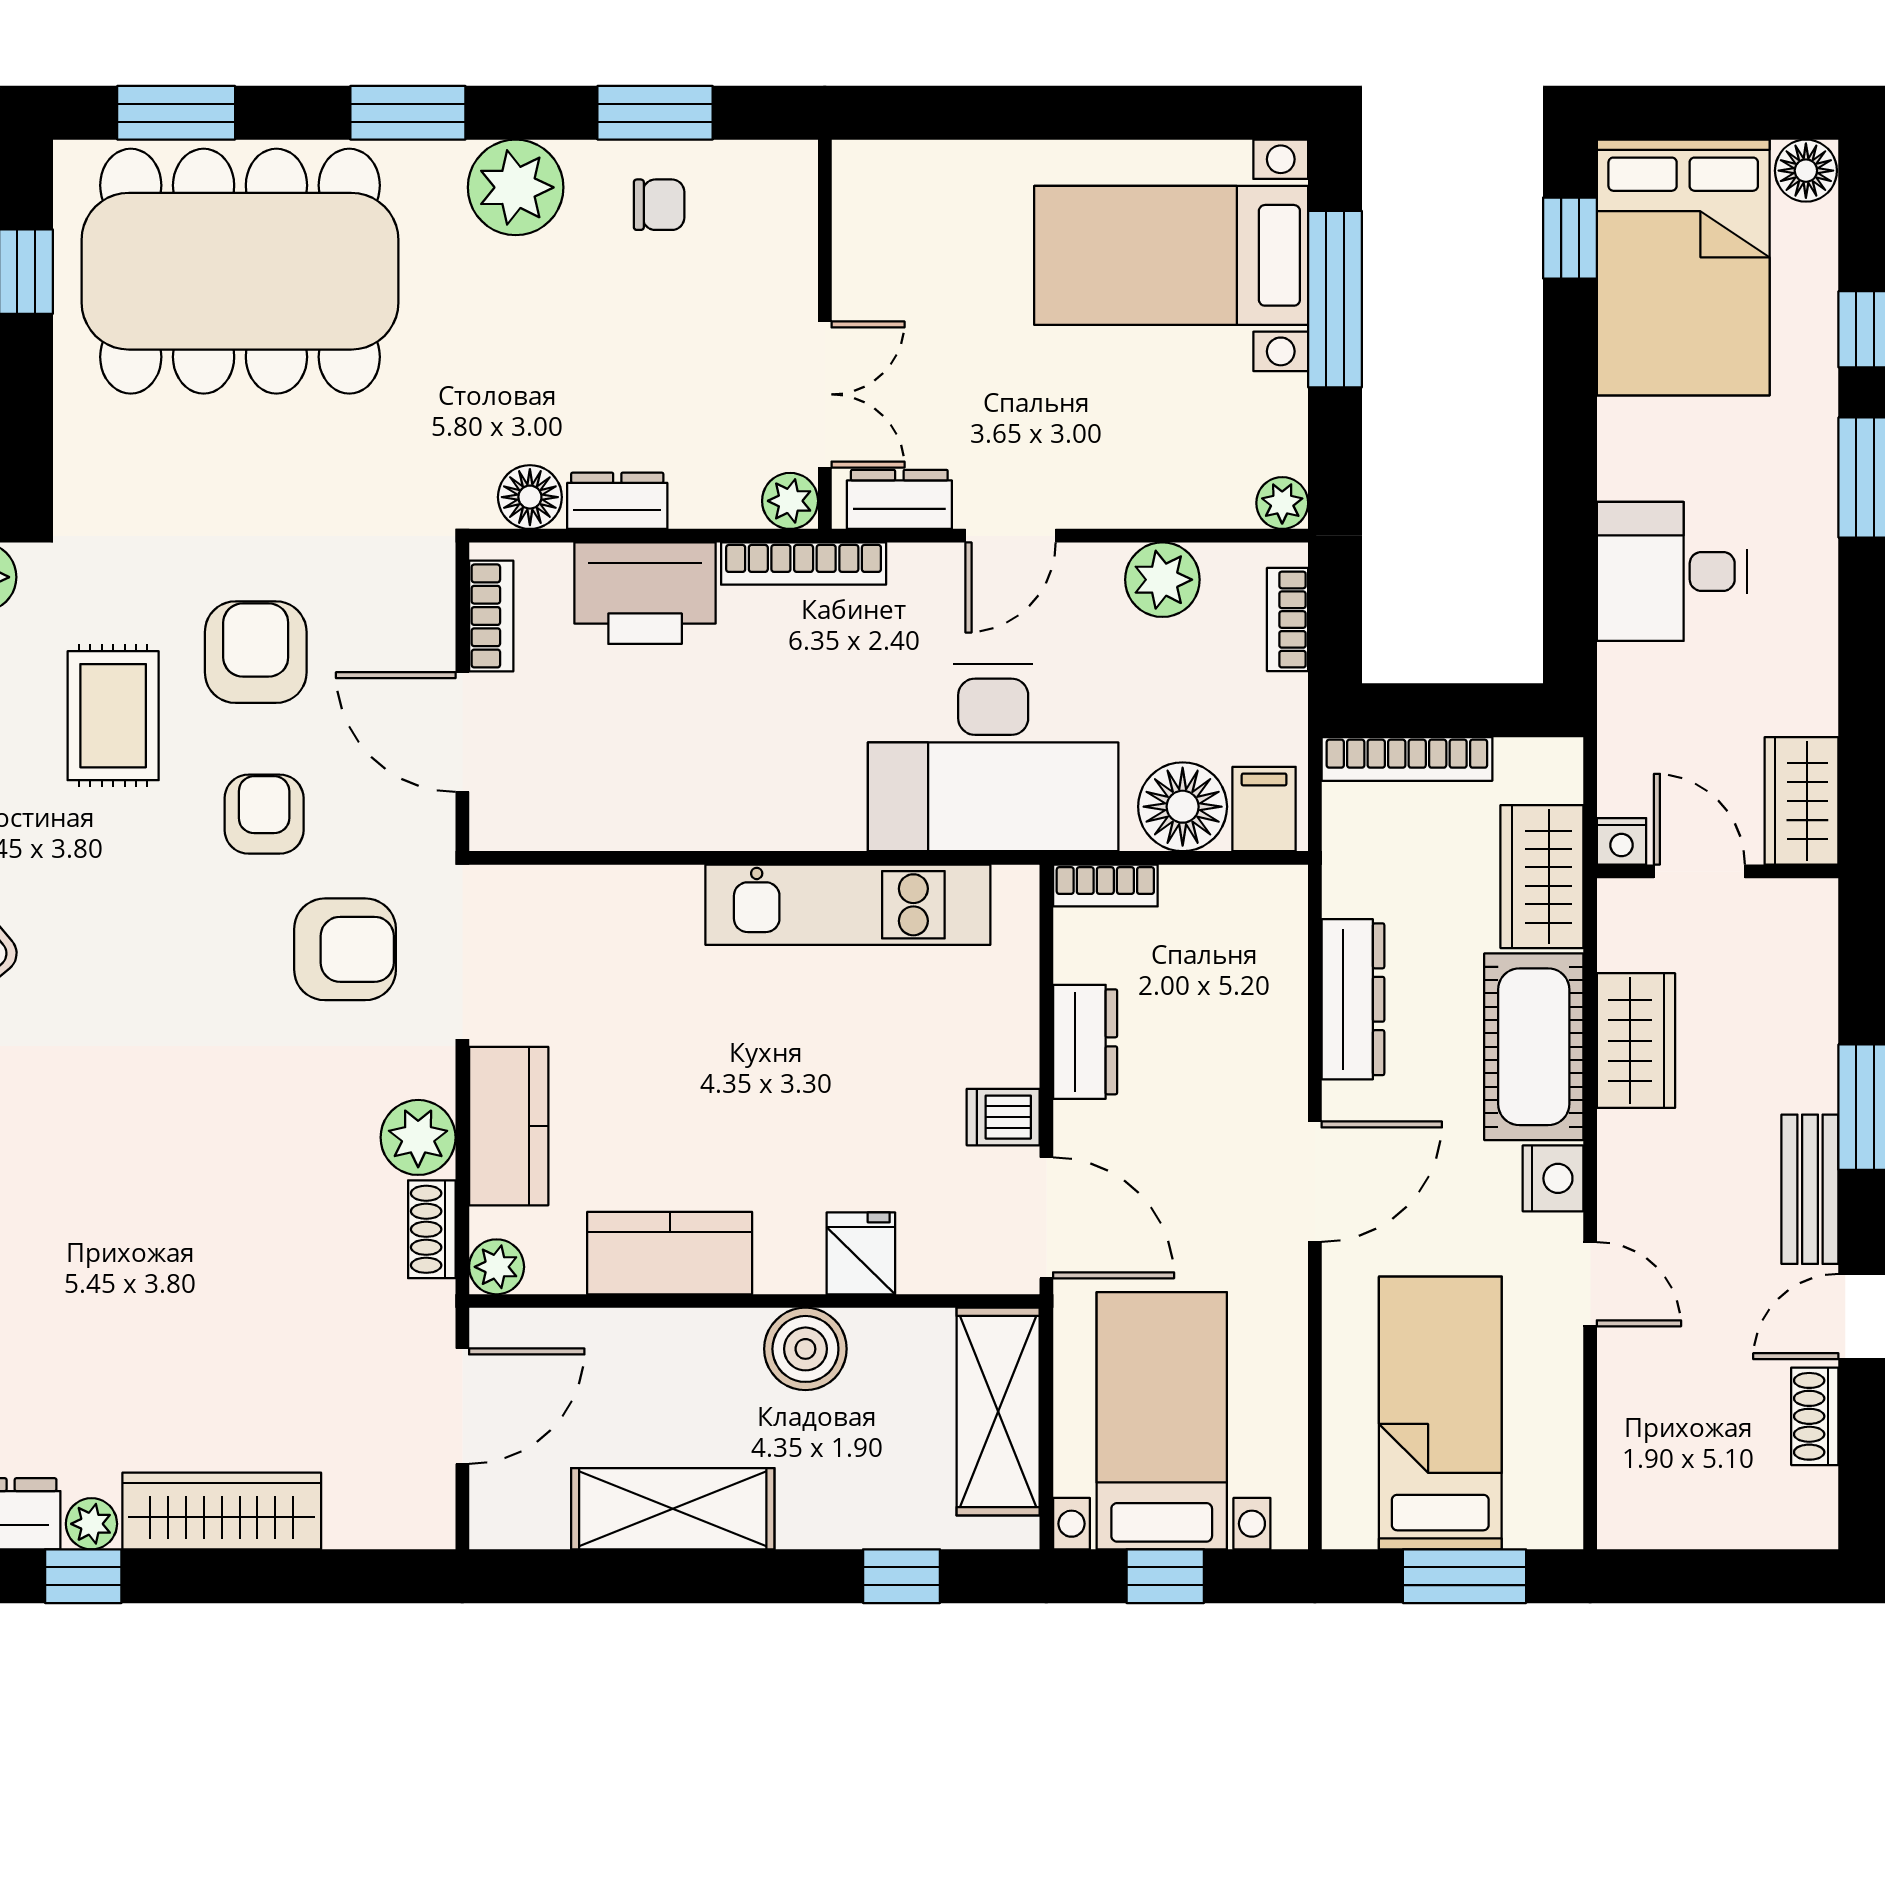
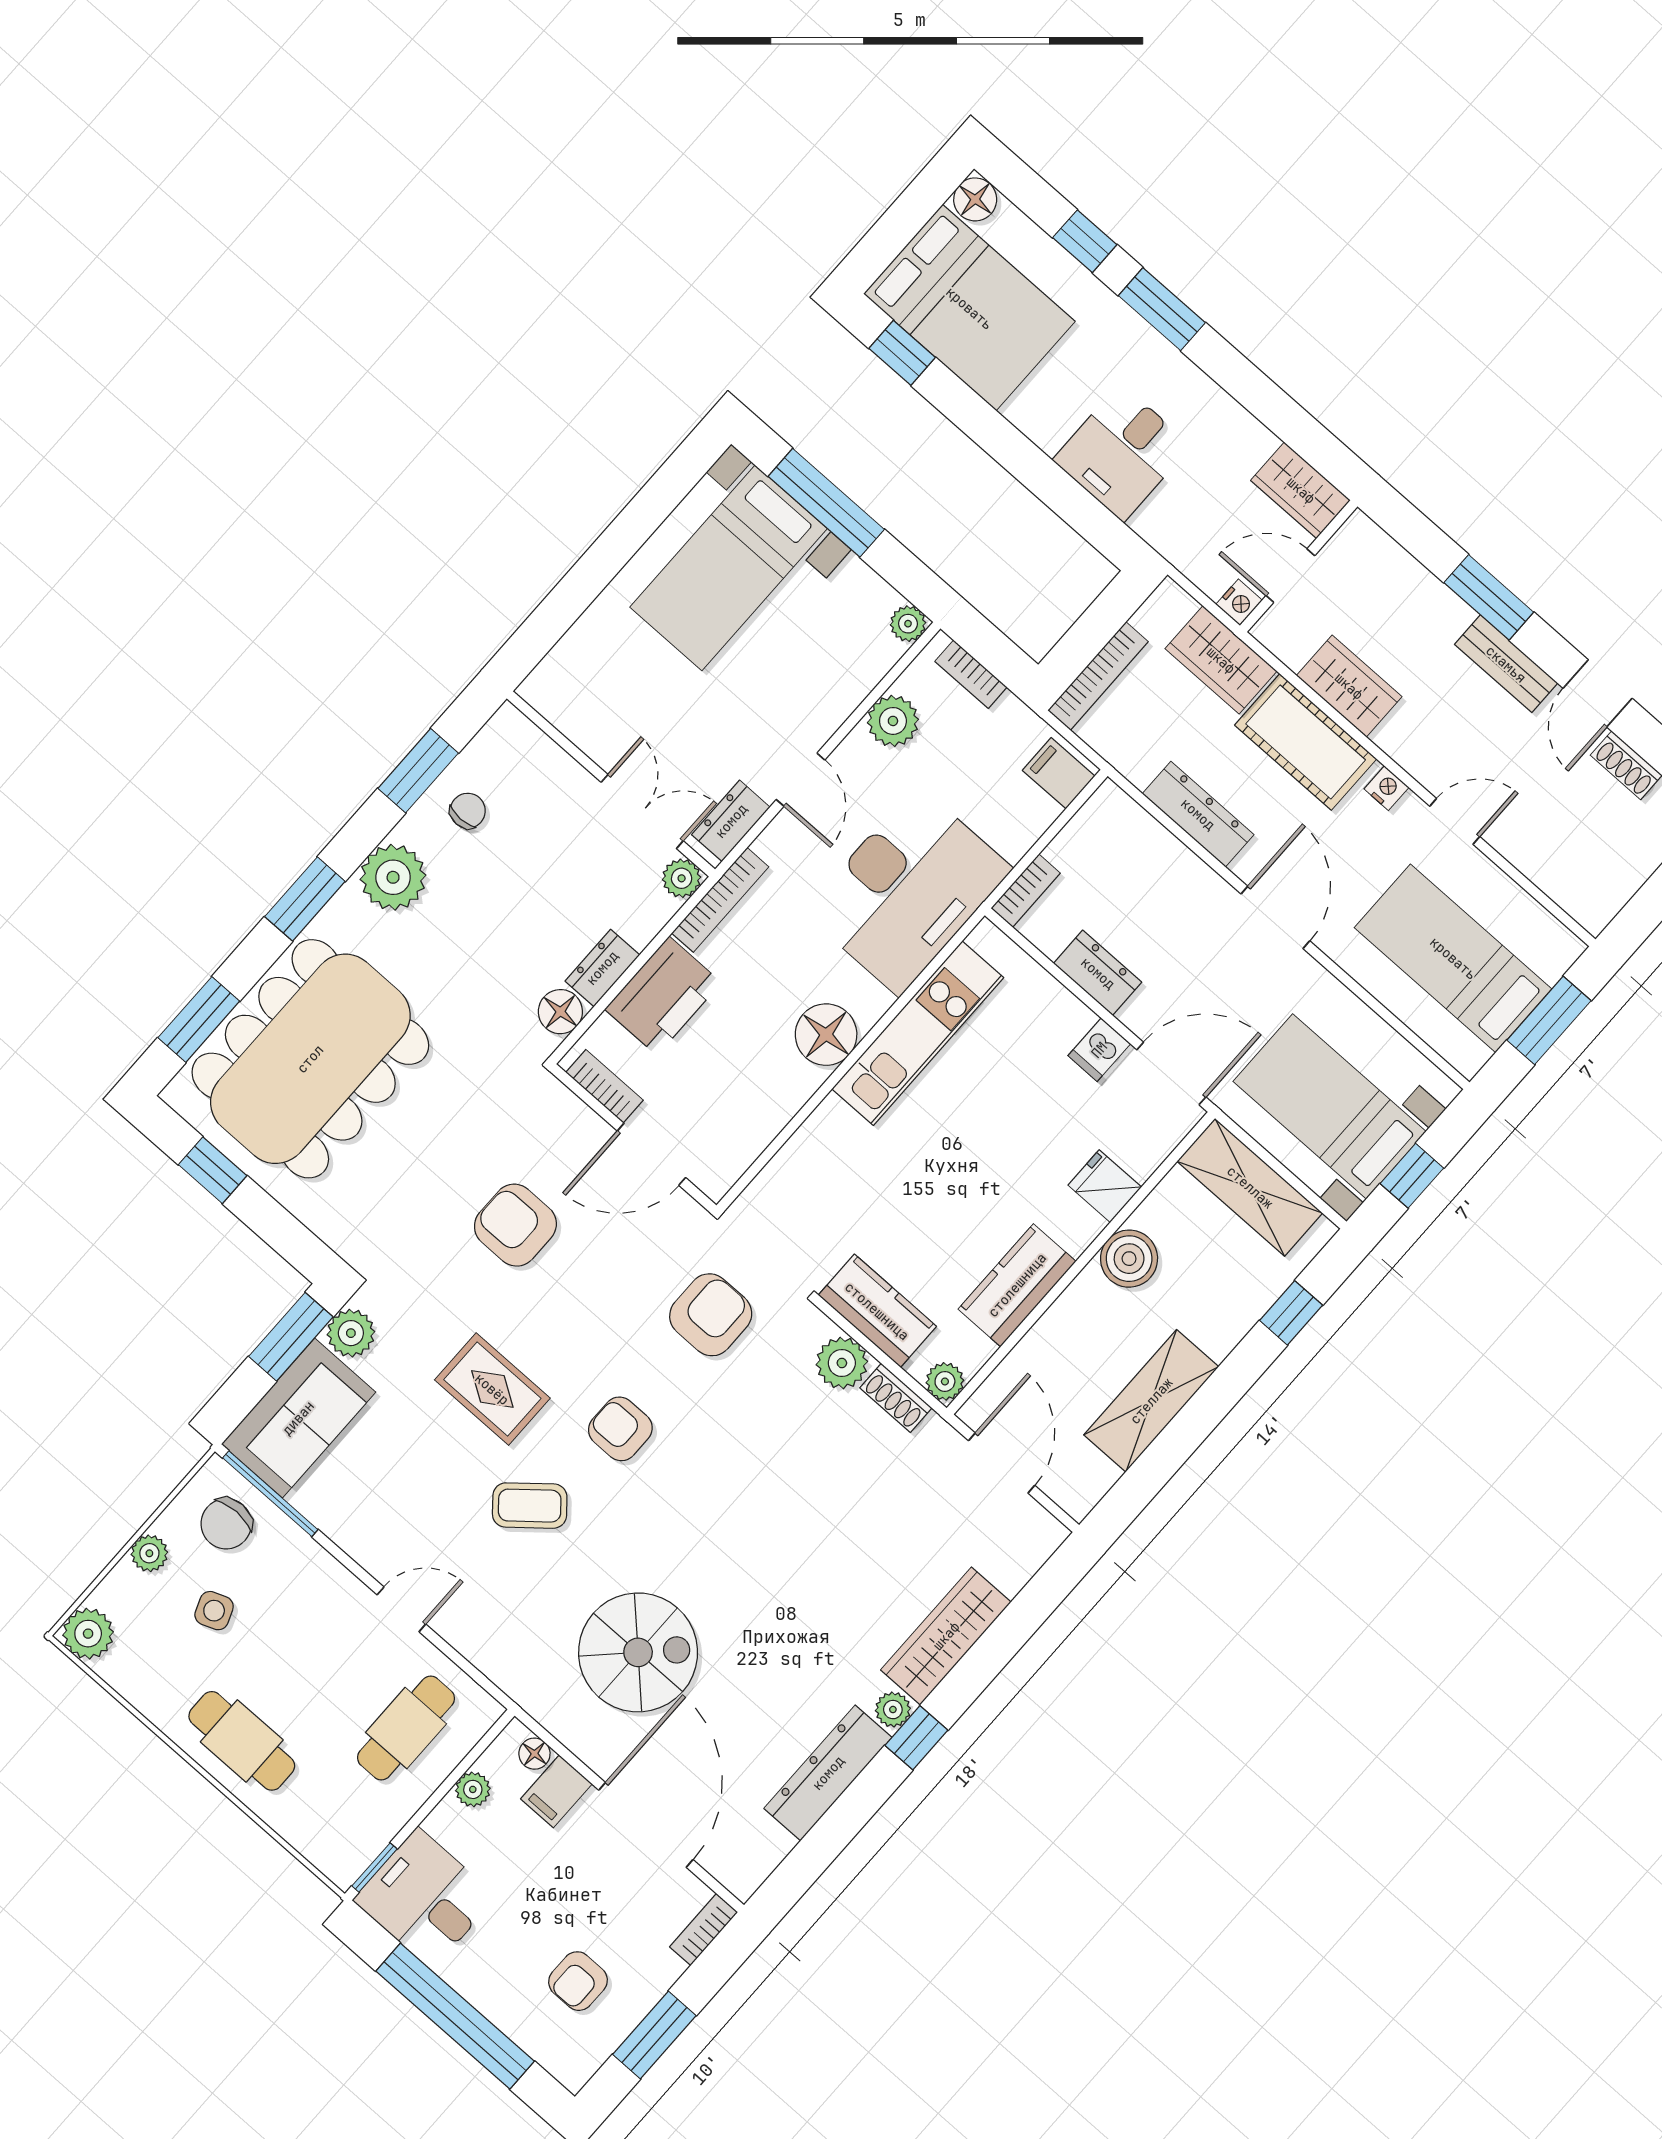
rug: (113, 716) -> (492, 1389), moved
floor lamp: (1183, 807) -> (826, 1035), moved
armchair: (264, 814) -> (620, 1429), moved
nightstand: (1553, 1178) -> (1386, 788), width x0.72, depth x0.74

